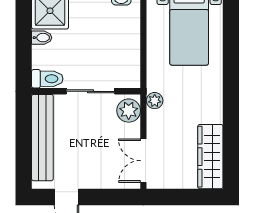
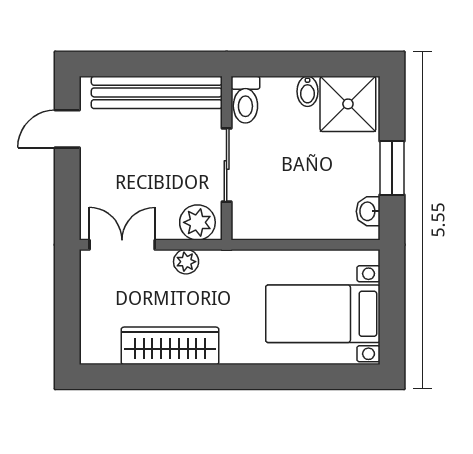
plant: (155, 101) -> (186, 262), moved
wardrobe: (210, 157) -> (170, 346), moved

